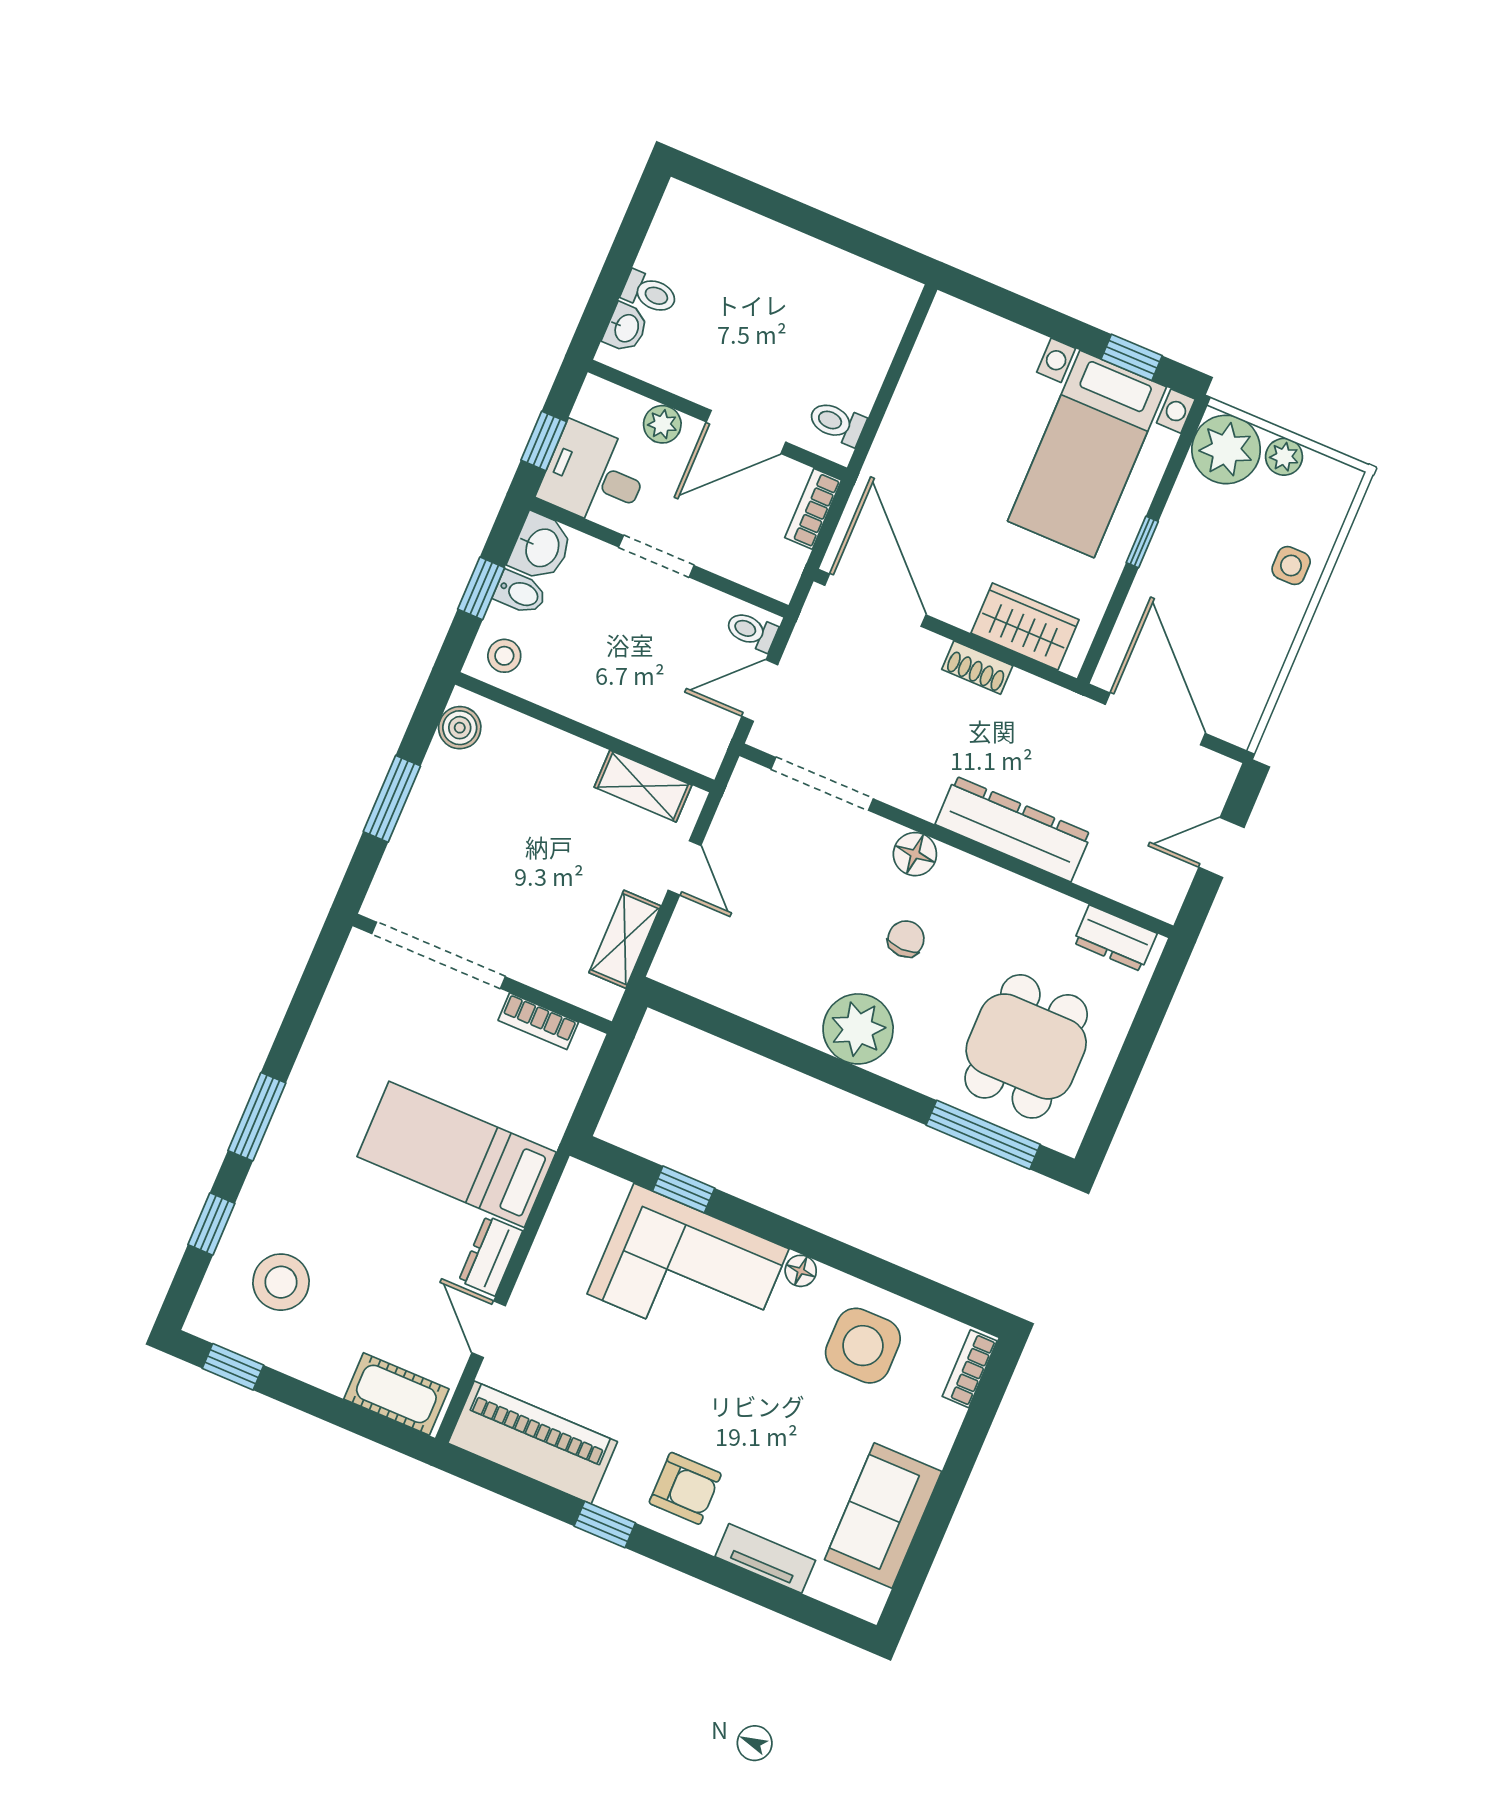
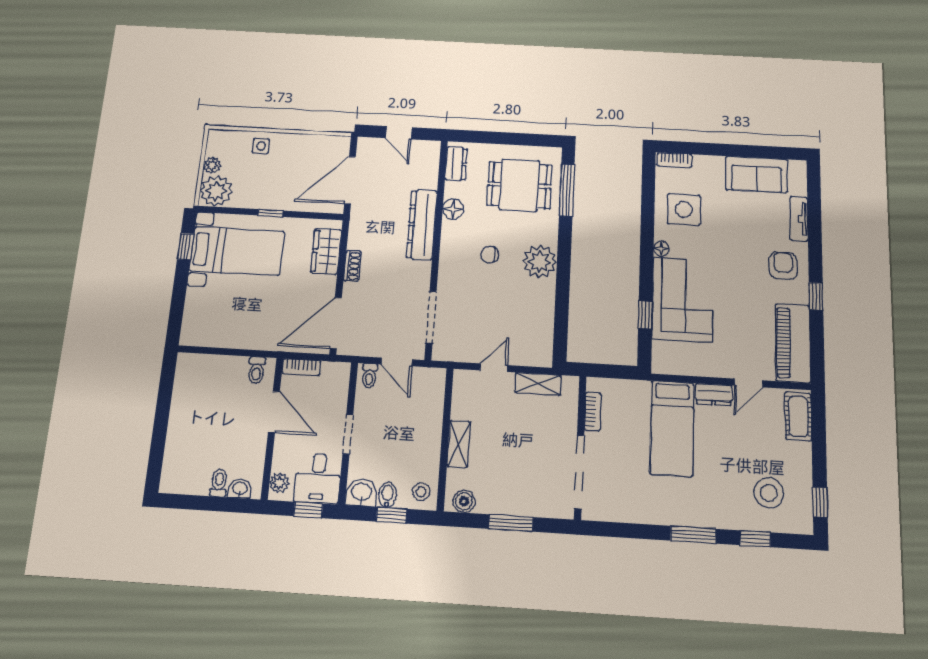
plant: (662, 424) -> (279, 483), moved
shelving: (643, 786) -> (459, 444), moved
floor lamp: (915, 854) -> (453, 209), moved

